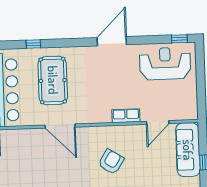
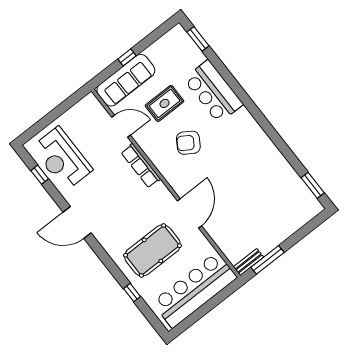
window: (179, 39) -> (40, 175), moved
row of seats: (126, 116) -> (141, 166), width x1.48
rug: (151, 165) -> (165, 103), added

